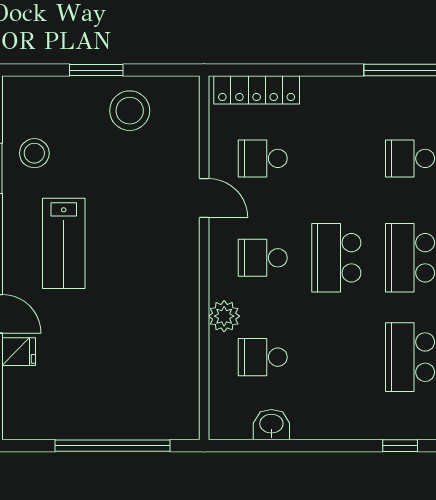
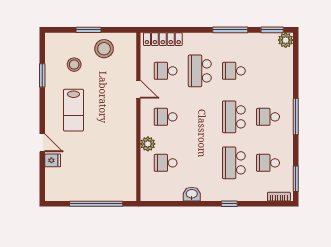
stool: (34, 153) -> (74, 65), moved
school desk: (336, 258) -> (200, 71), moved
washbasin: (271, 425) -> (192, 194), moved

